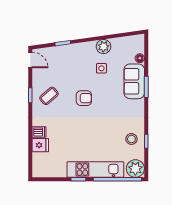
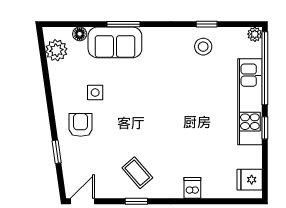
plant: (104, 47) -> (56, 50), moved
armchair: (84, 98) -> (81, 125), moved
fridge: (40, 145) -> (250, 180), moved, turned -90
plant: (135, 169) -> (255, 34), width x0.53, depth x0.53

